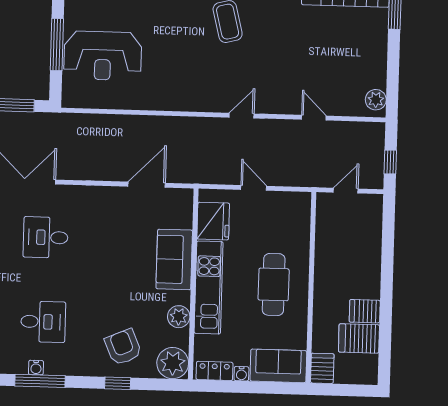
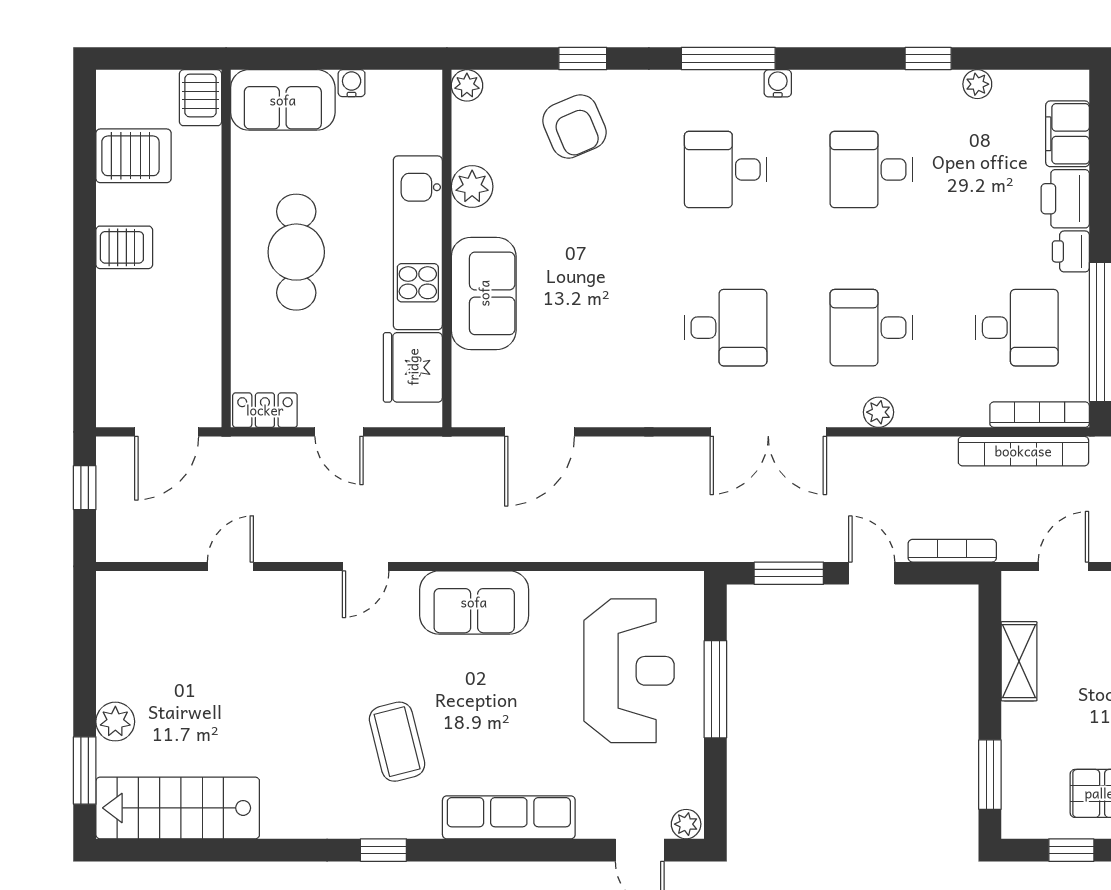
reception desk: (103, 56) -> (629, 671), turned 90
sofa: (184, 95) -> (474, 602), added
plant: (376, 100) -> (115, 722), moved
door: (314, 118) -> (230, 566), swing flipped
door: (346, 191) -> (167, 432), width x1.38
server rack: (365, 311) -> (124, 247), moved
plant: (173, 363) -> (467, 85), width x0.53, depth x0.53
water cooler: (36, 368) -> (778, 83), moved
locker: (215, 371) -> (265, 410), moved, turned 180

